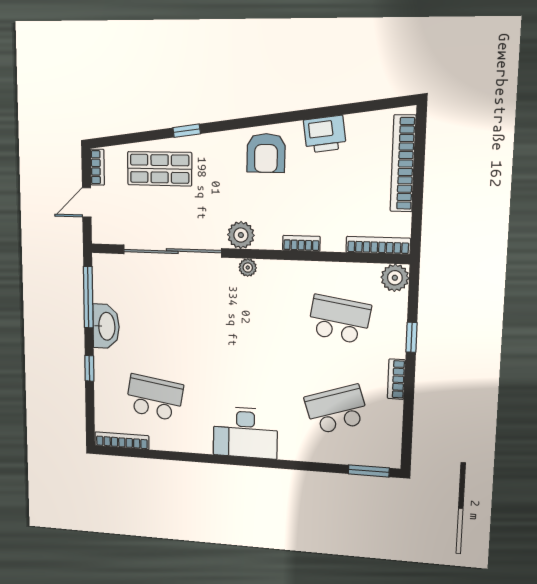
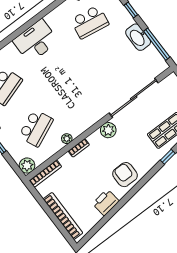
plant: (248, 268) -> (67, 139), moved
school desk: (339, 319) -> (36, 128), turned -33

